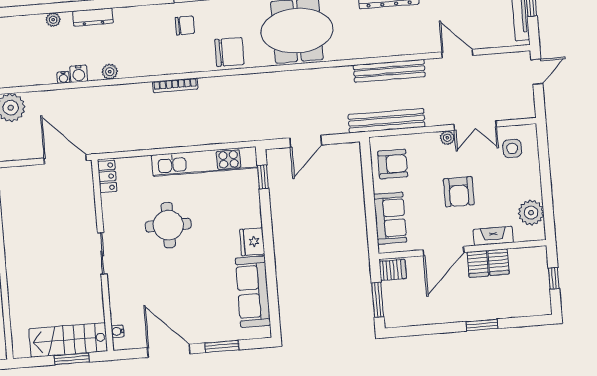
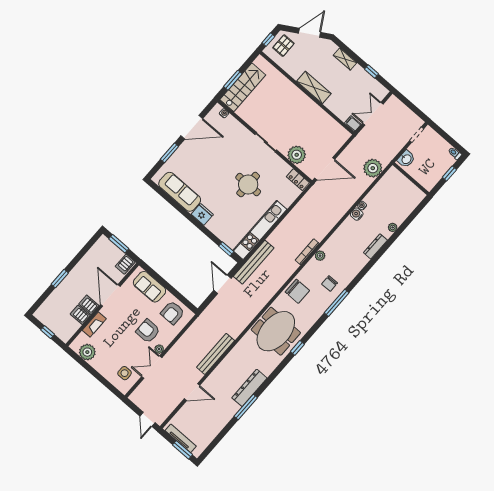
chair: (229, 52) -> (297, 291), turned -90
plant: (110, 72) -> (320, 256), moved
bench: (387, 121) -> (254, 262), moved
armchair: (459, 192) -> (148, 331), moved
plant: (81, 206) -> (297, 155), added

